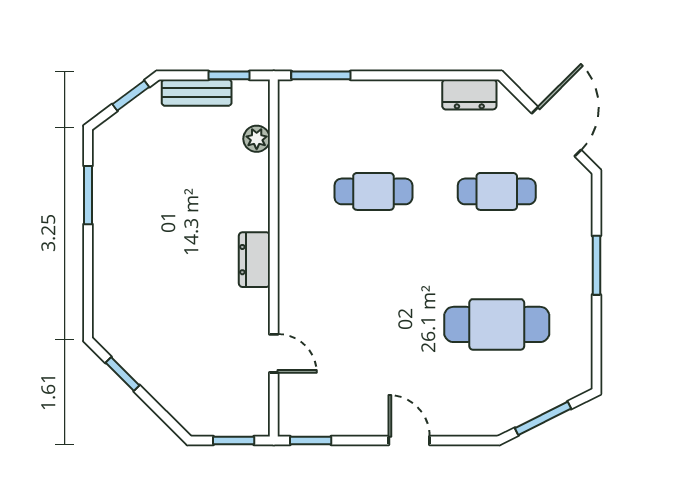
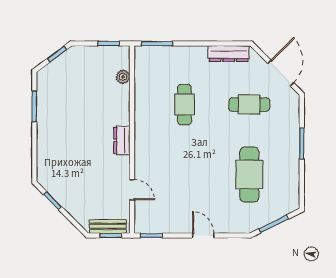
bench: (197, 93) -> (108, 226), moved
dresser: (469, 94) -> (229, 54), width x1.44
cafe table: (373, 191) -> (184, 105), turned 90
cafe table: (497, 324) -> (249, 174), turned 90

